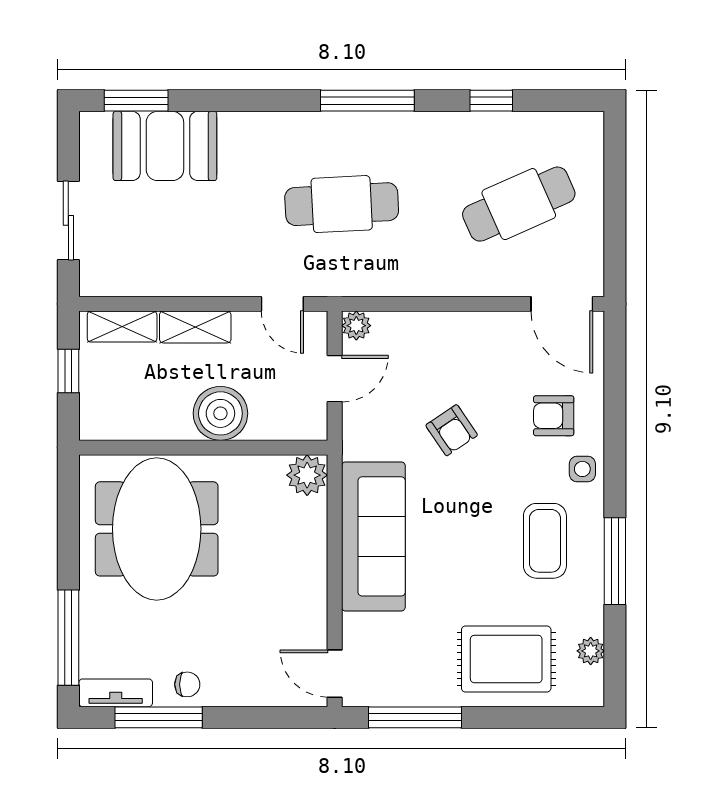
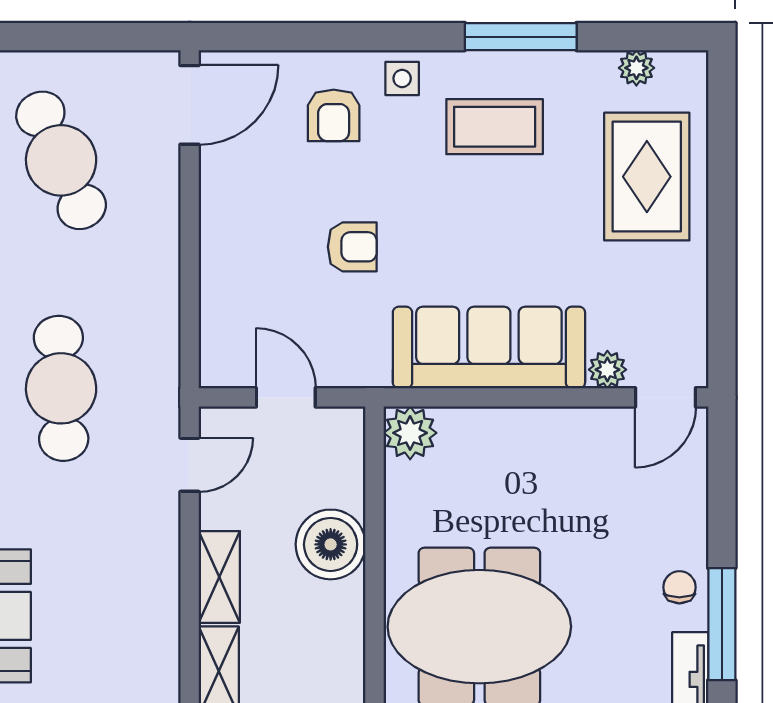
plant: (356, 326) -> (607, 370), moved
armchair: (452, 430) -> (352, 247), turned 34
window: (415, 717) -> (722, 294), removed

